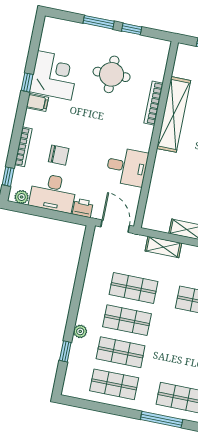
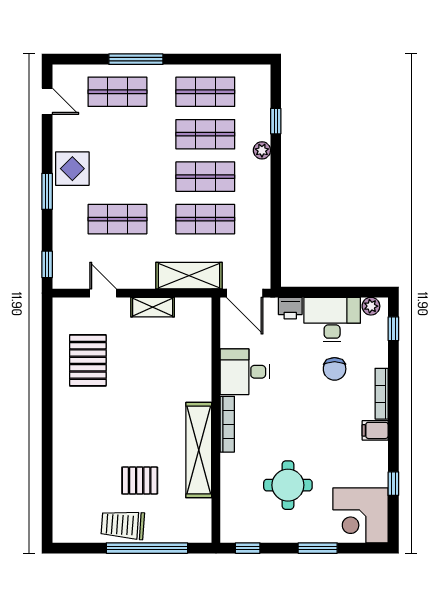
window: (132, 29) -> (248, 548), moved
corner desk: (54, 75) -> (360, 515), moved
window: (27, 82) -> (393, 484), moved
bookcase: (153, 103) -> (227, 424), moved
bookcase: (23, 147) -> (382, 394), moved
chair: (59, 155) -> (335, 369), turned -90
shelving: (163, 247) -> (189, 276), width x1.50, depth x1.33

